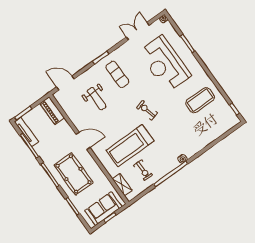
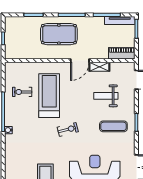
shelving: (122, 185) -> (99, 67), moved
sofa: (103, 209) -> (14, 38), removed

